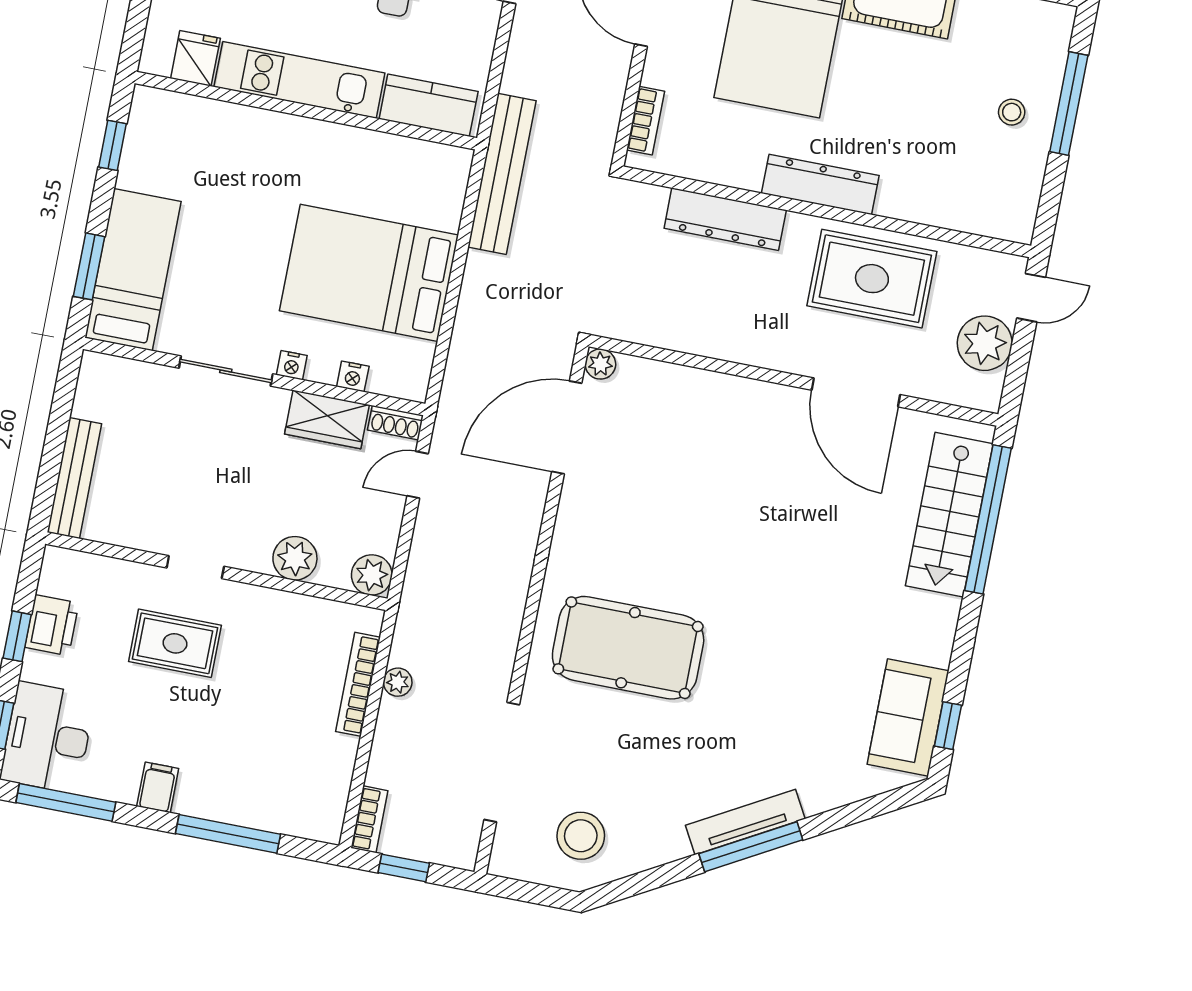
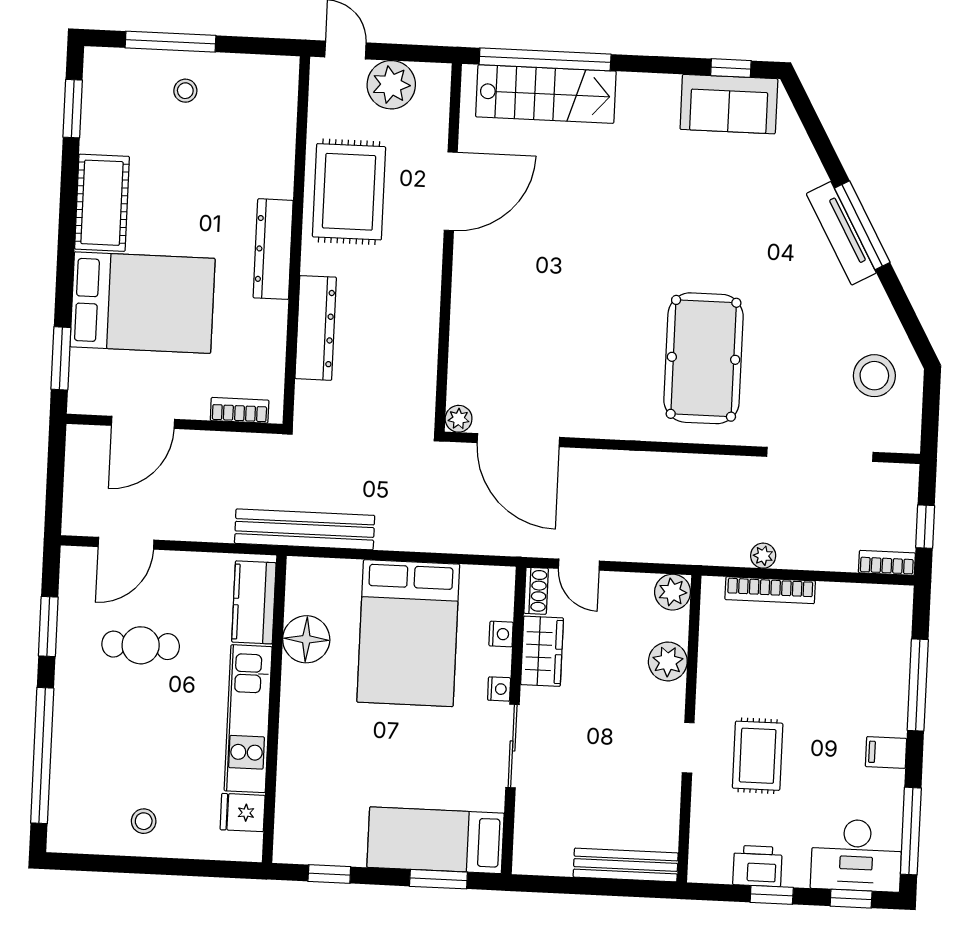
floor lamp: (379, 158) -> (306, 639), added

